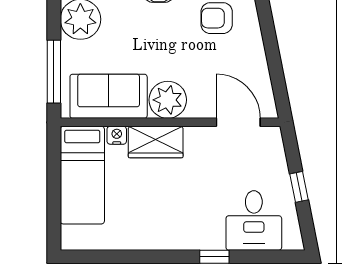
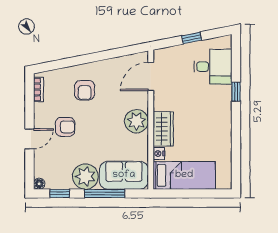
window: (54, 72) -> (105, 193), moved
sofa: (109, 96) -> (124, 175), moved, turned 90

